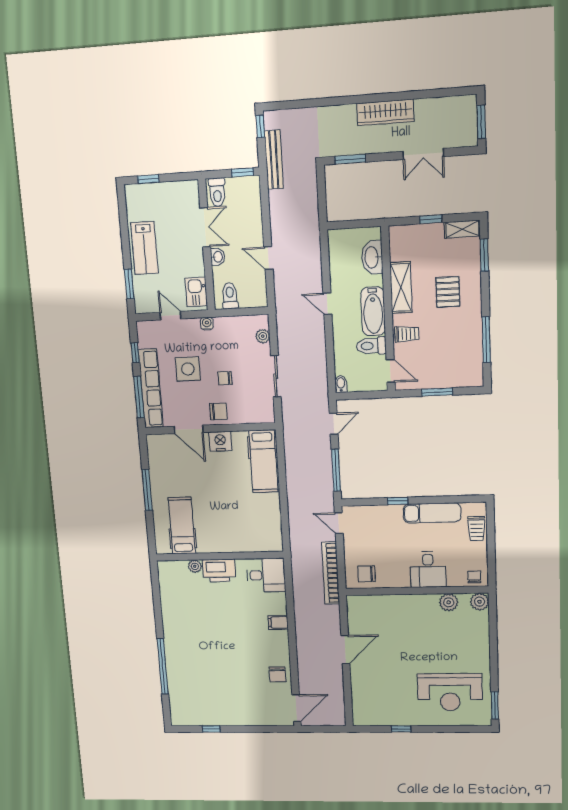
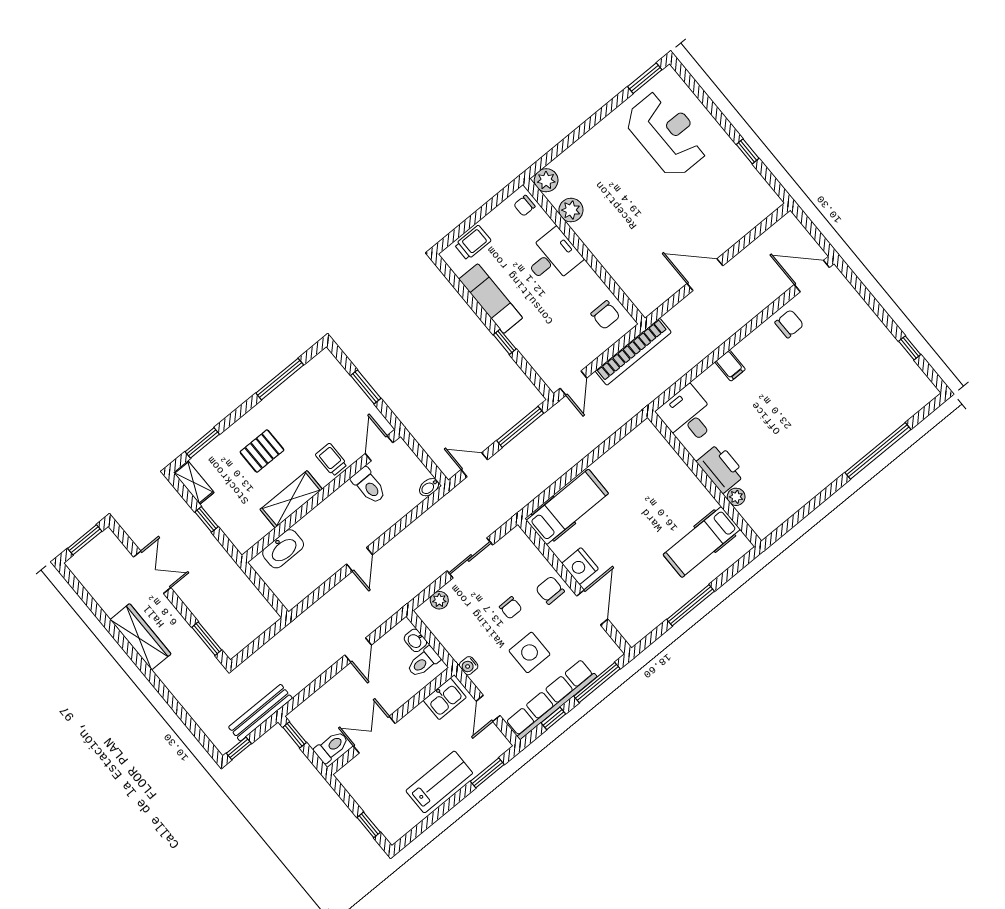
washbasin: (218, 257) -> (415, 640), moved, turned -90
bathtub: (373, 311) -> (334, 509), removed
row of seats: (151, 388) -> (551, 699), moved

